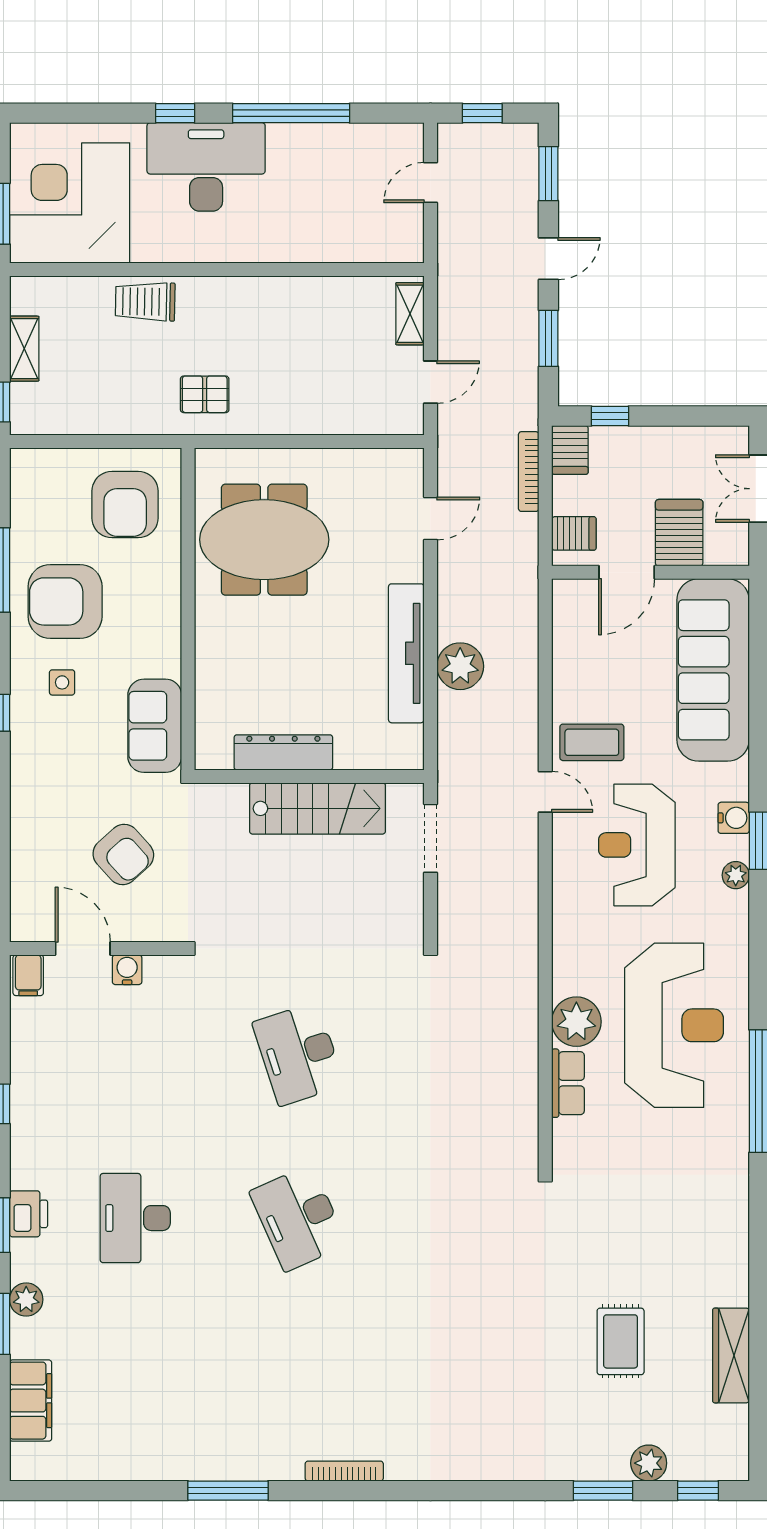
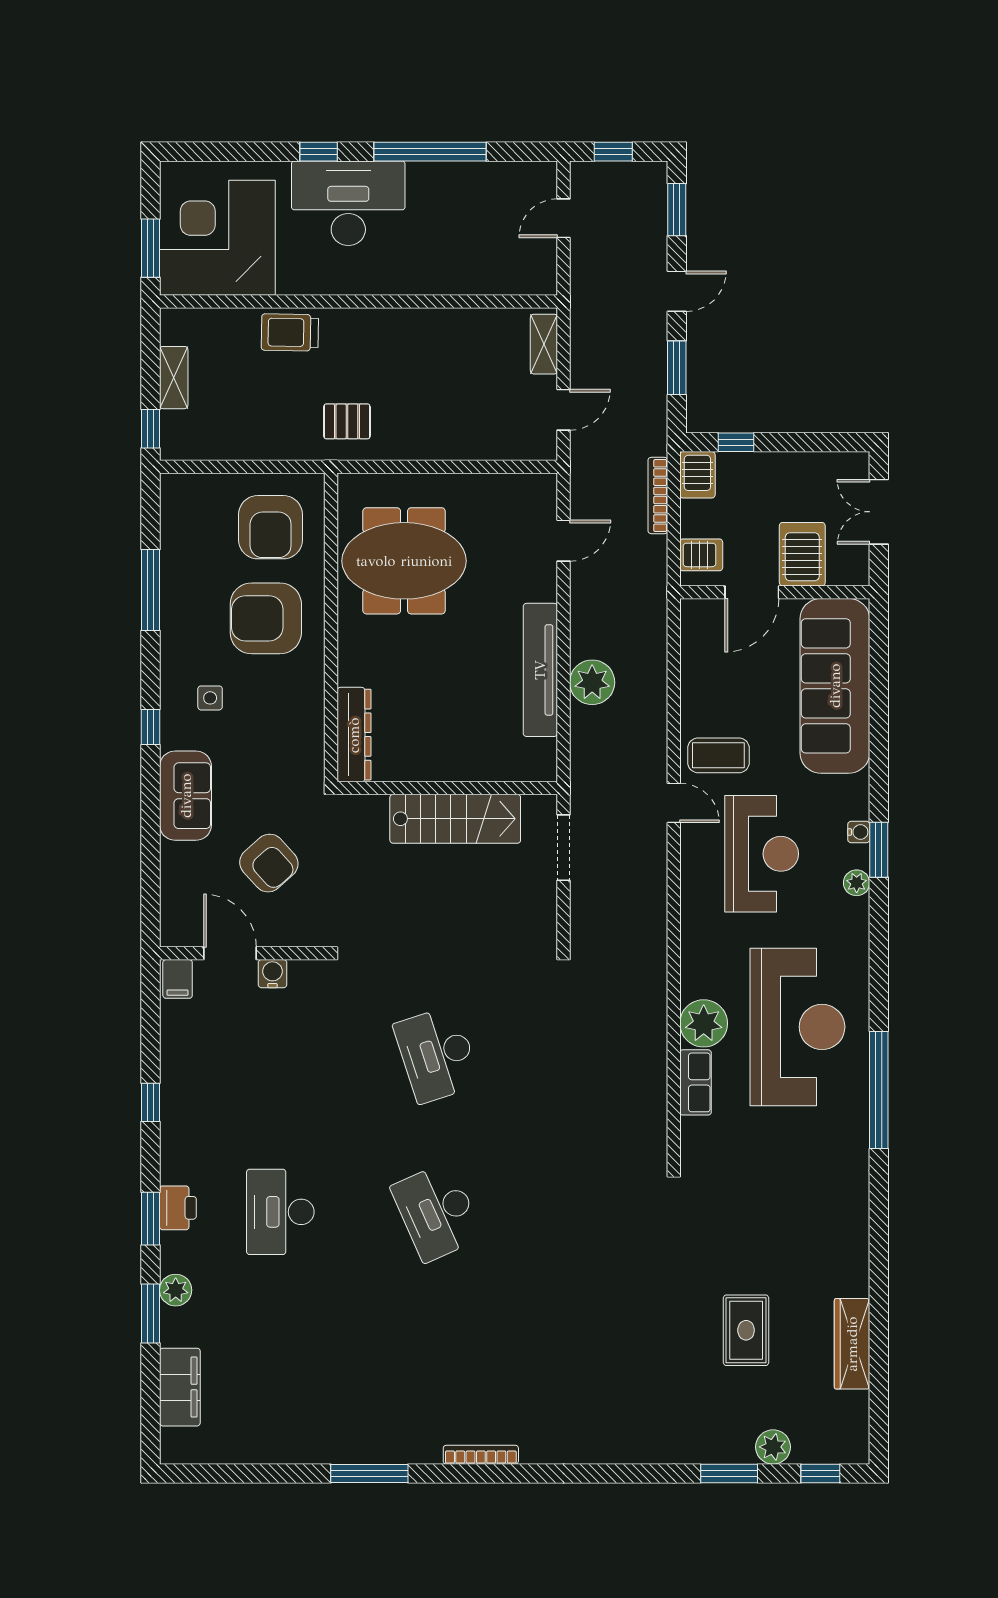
armchair: (65, 601) -> (266, 618), moved
sofa: (155, 726) -> (186, 796), moved, turned 180
dresser: (283, 752) -> (354, 735), moved, turned 90
water cooler: (734, 818) -> (859, 832), width x0.72, depth x0.72
reception desk: (637, 845) -> (762, 854), turned 180

